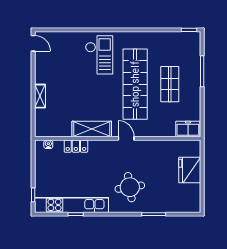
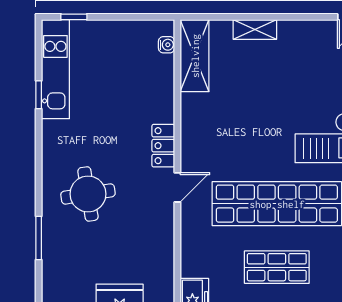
shelving: (92, 129) -> (195, 56), moved
locker: (76, 146) -> (163, 146), moved
kitchen unit: (71, 205) -> (55, 69), width x0.73

